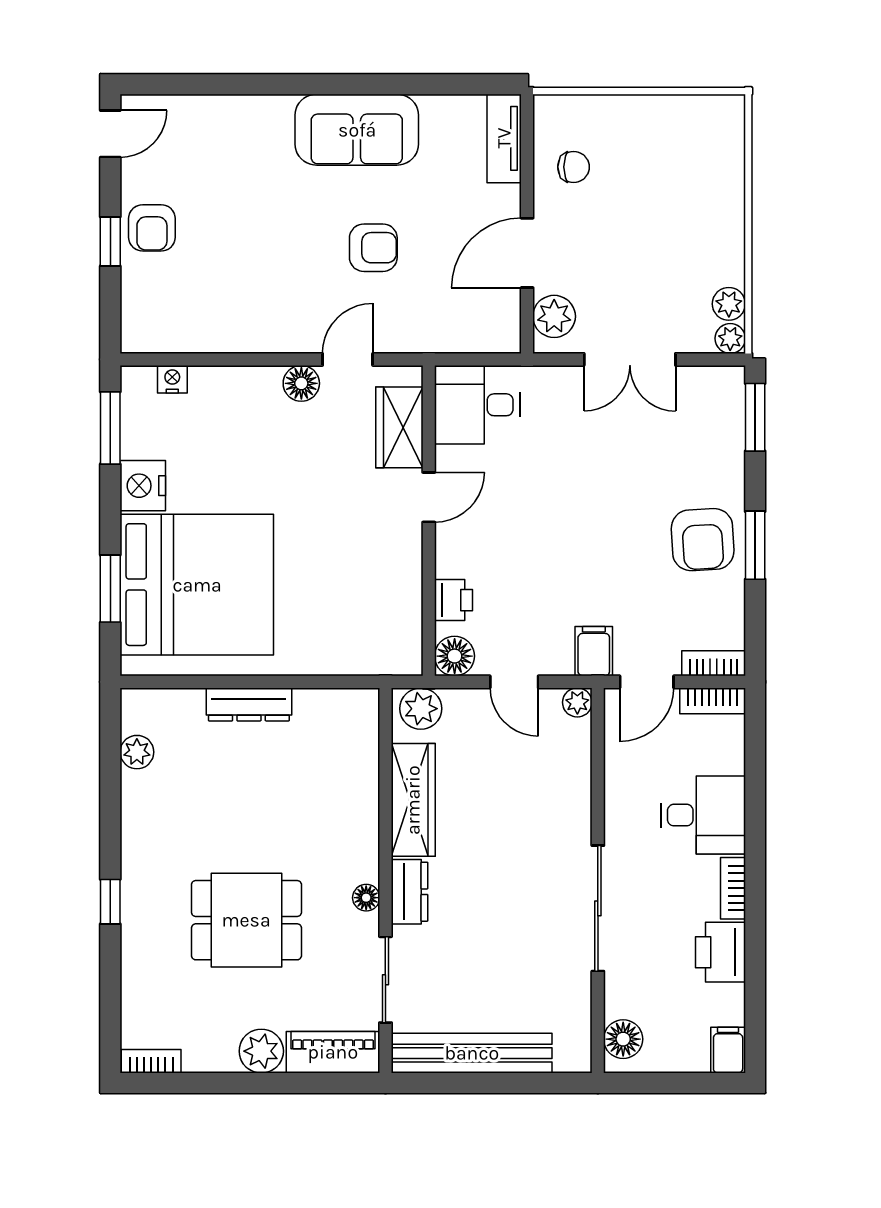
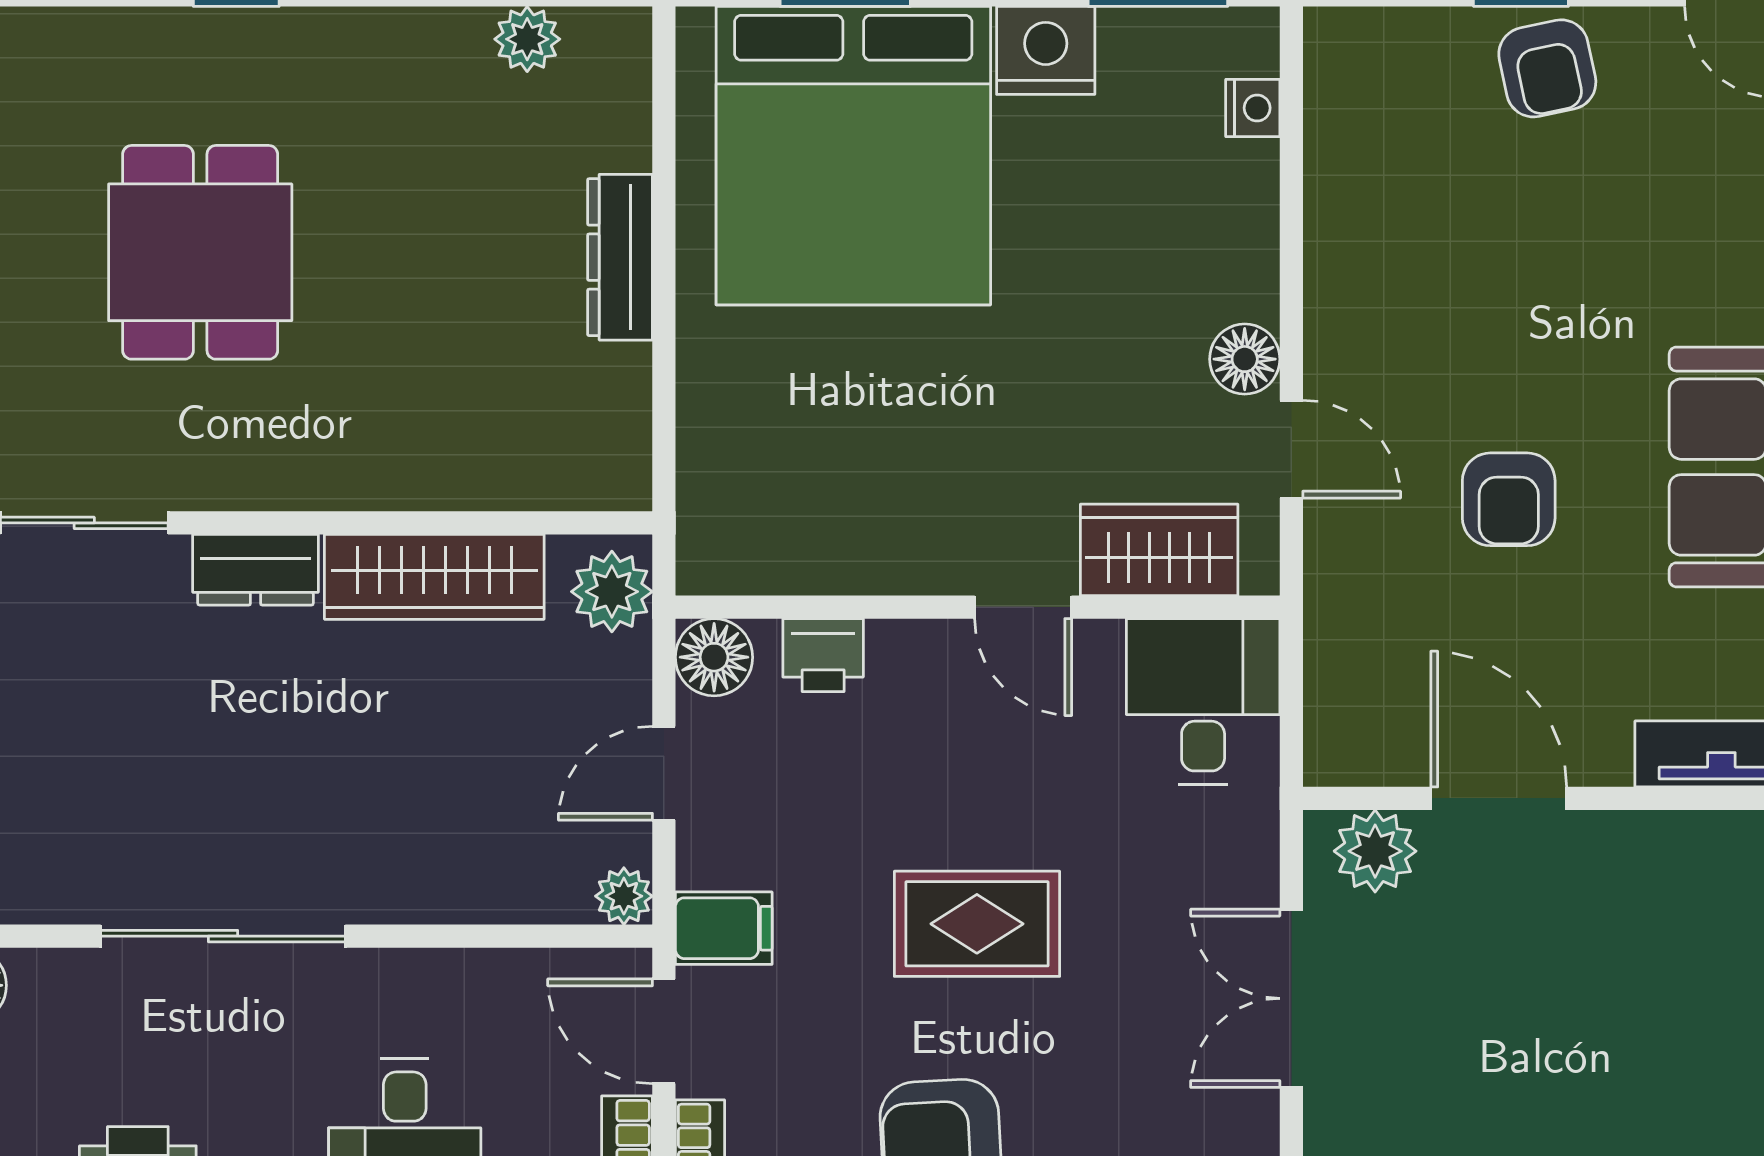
chair: (574, 167) -> (1666, 889), removed
armchair: (152, 228) -> (1547, 68), turned -102
rug: (592, 521) -> (977, 924), added
floor lamp: (366, 898) -> (244, 485), removed

